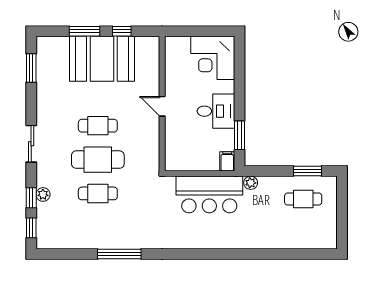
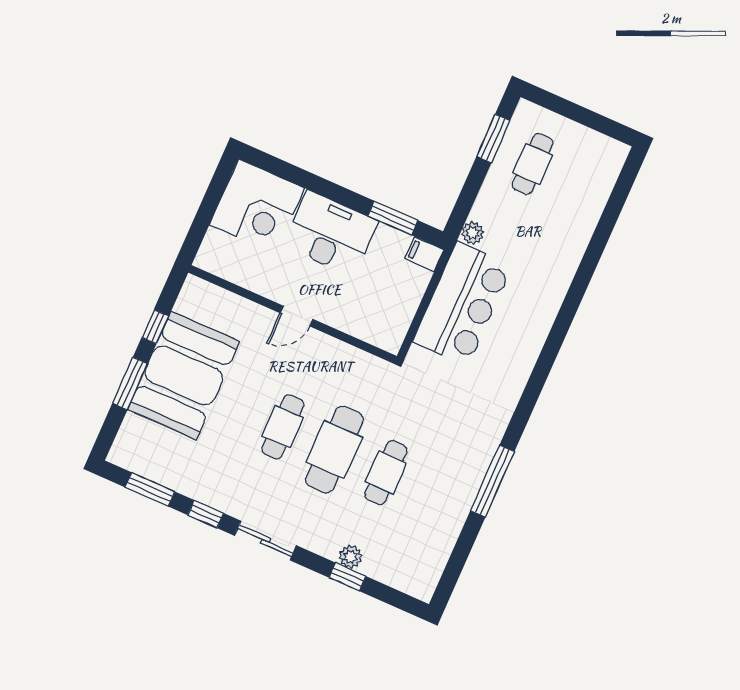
desk: (216, 111) -> (330, 233), width x1.37
window: (31, 228) -> (206, 514), moved

